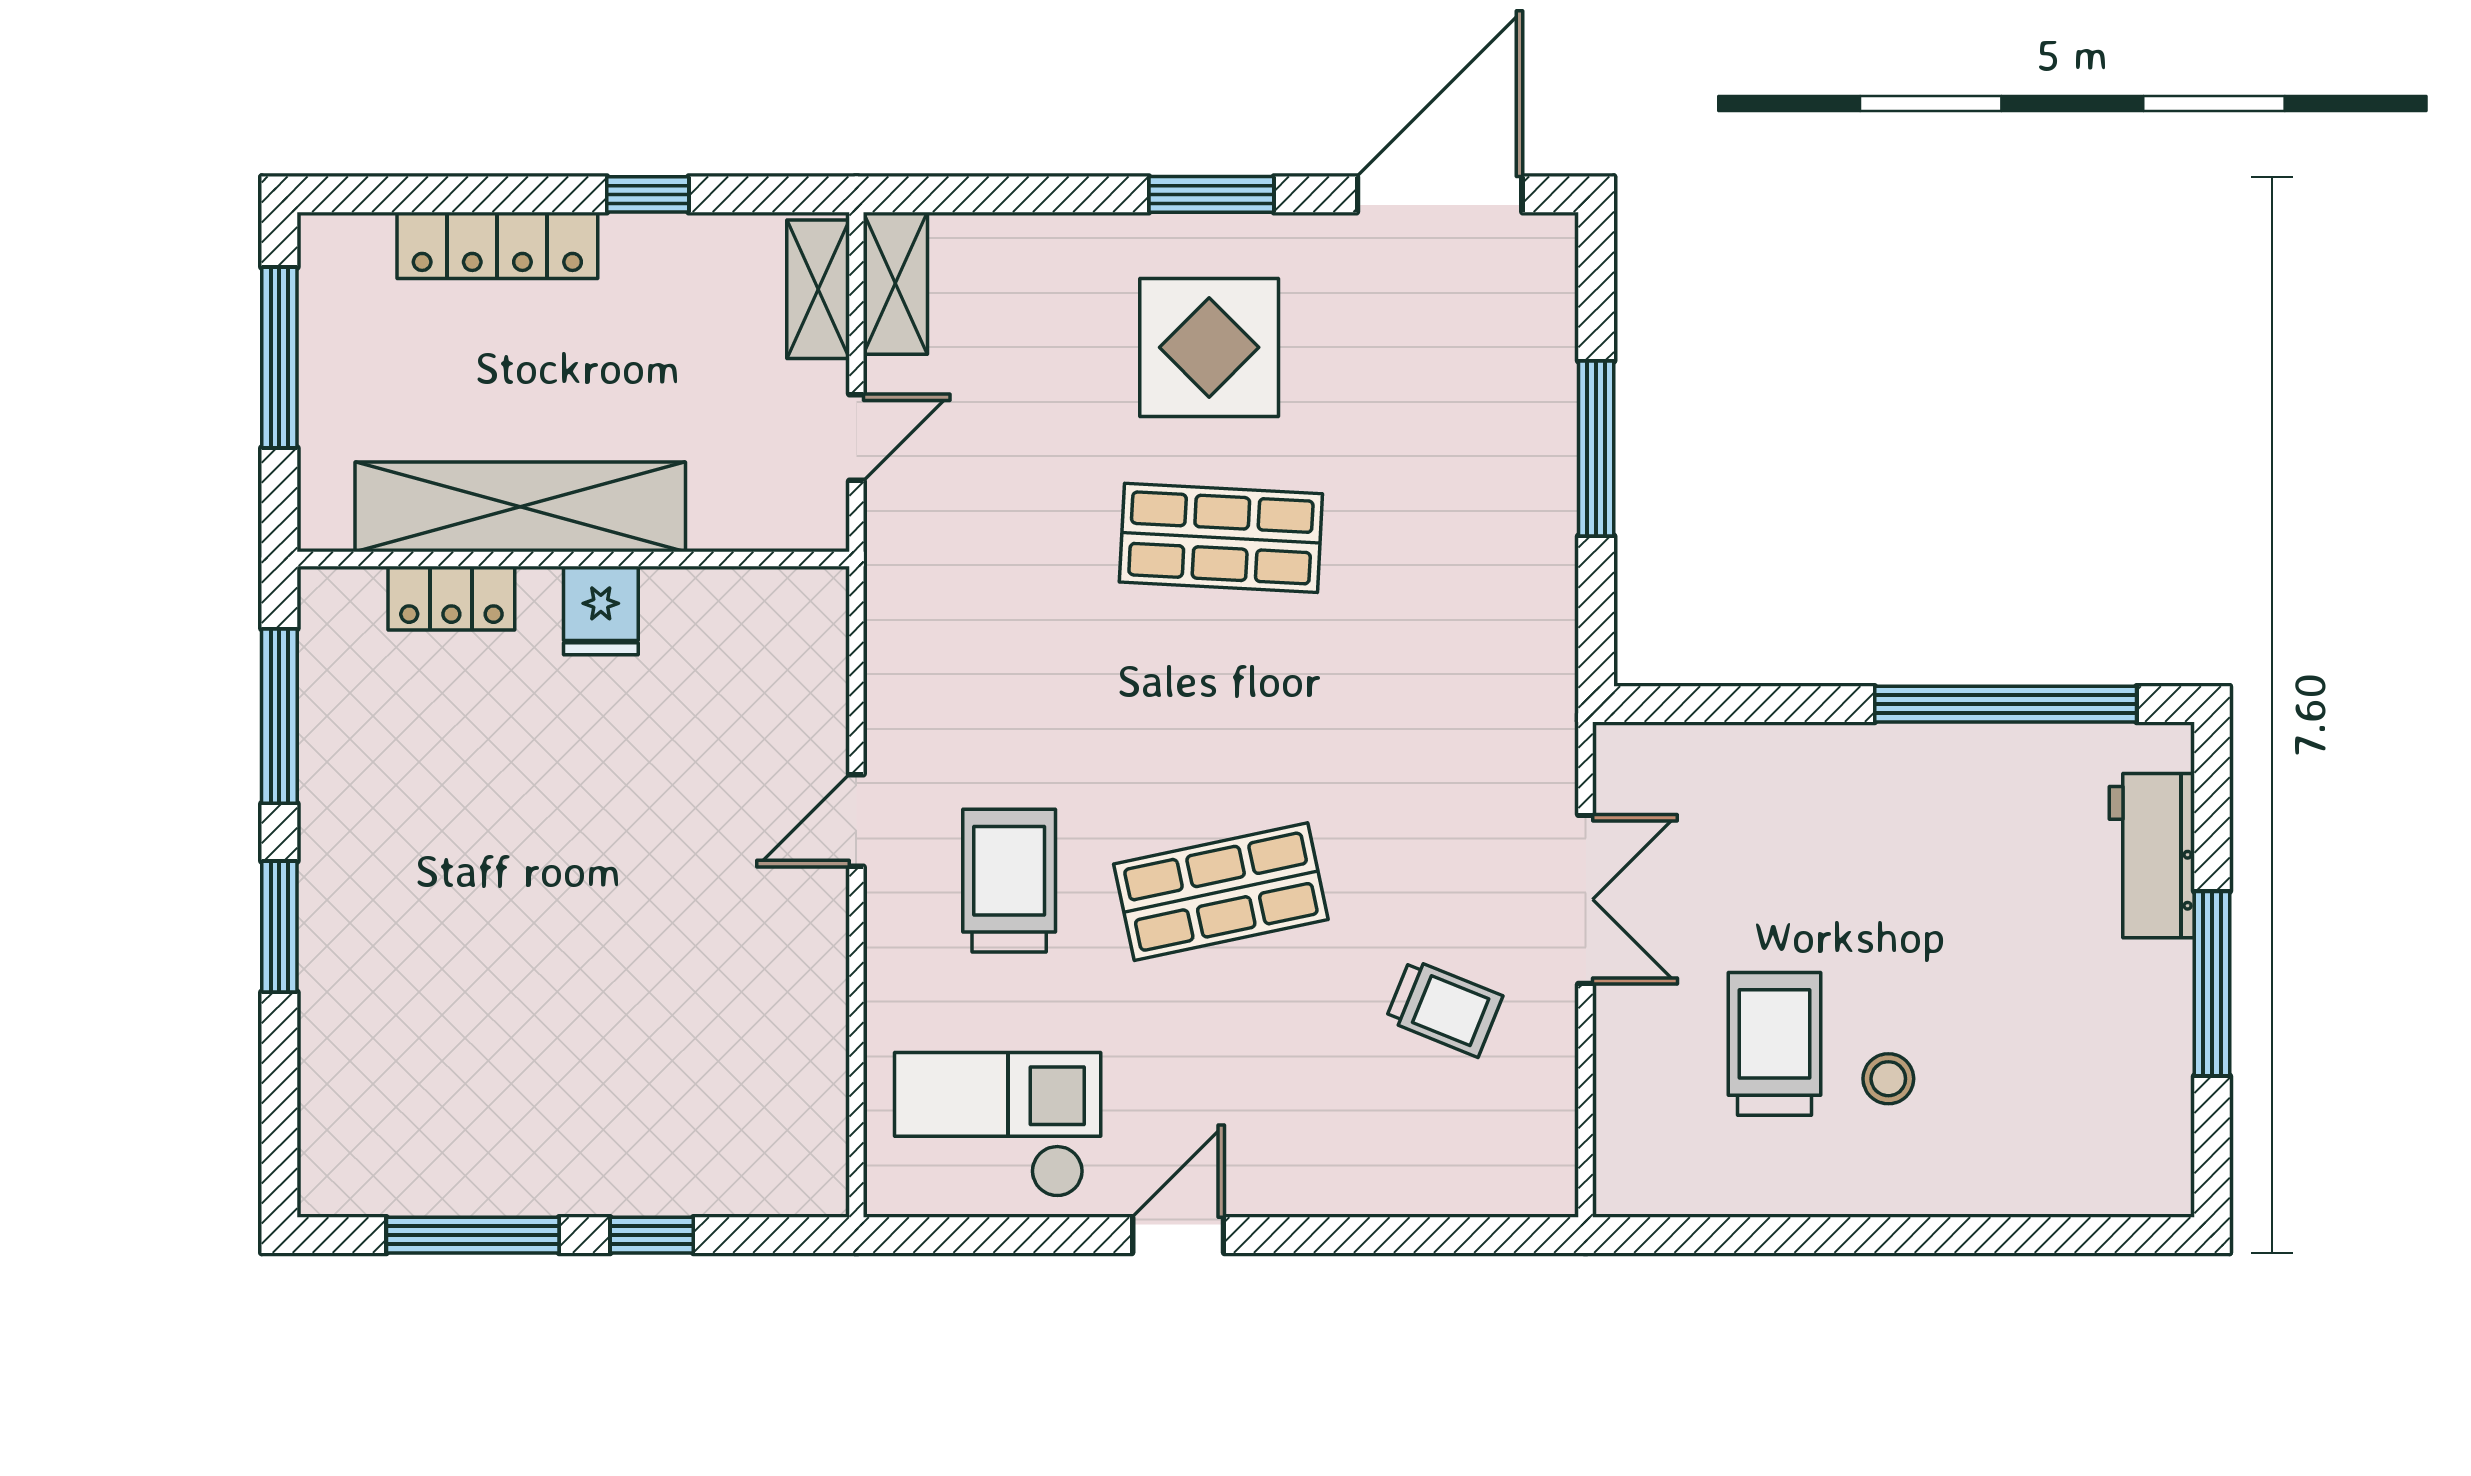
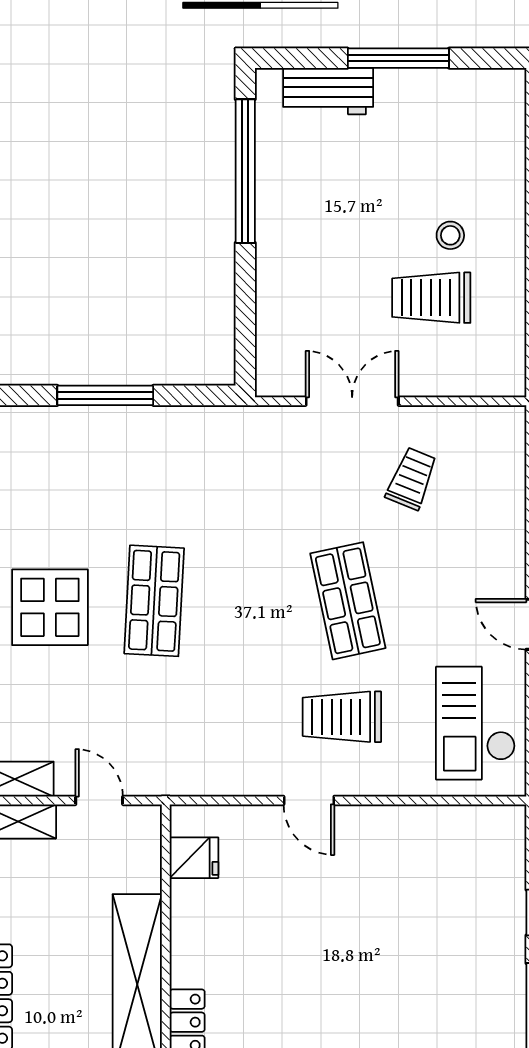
fridge: (601, 611) -> (194, 858), moved

